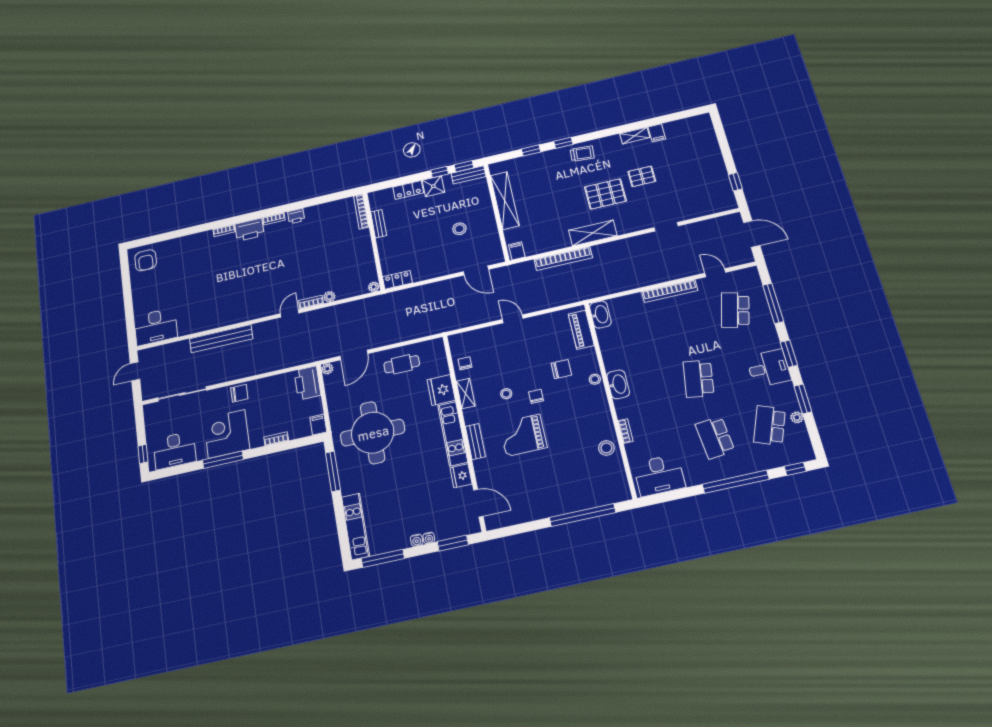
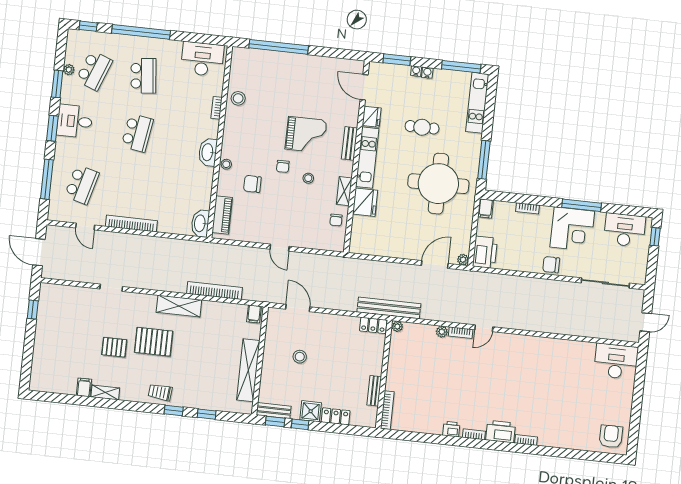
bench: (221, 339) -> (389, 308), moved
cafe table: (402, 364) -> (422, 127), moved

